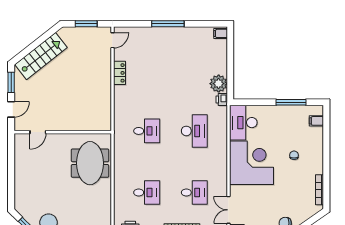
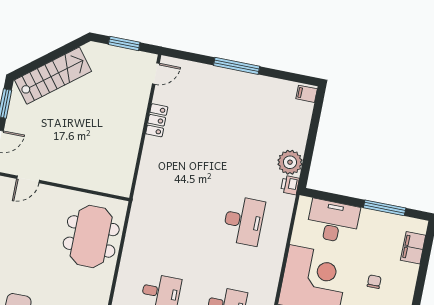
filing cabinet: (316, 121) -> (413, 248), width x2.00
desk: (243, 123) -> (333, 221), moved, turned 90
desk: (147, 131) -> (178, 208), removed

